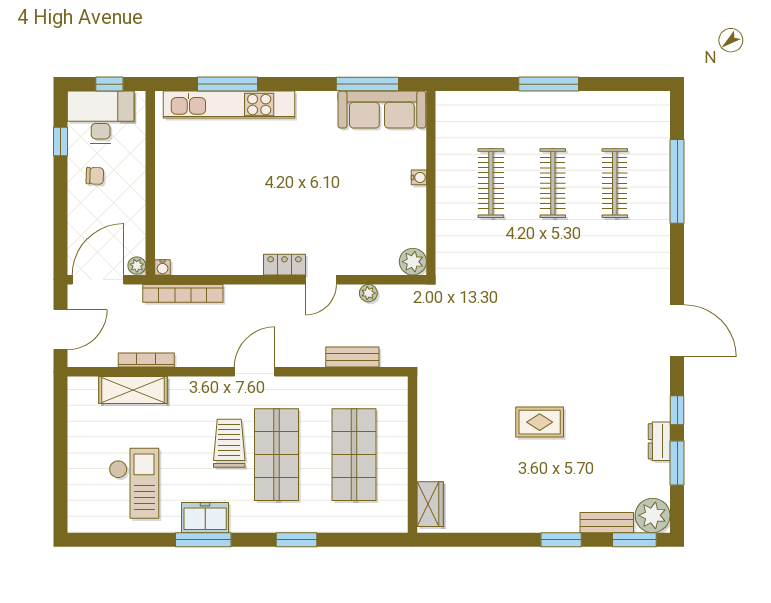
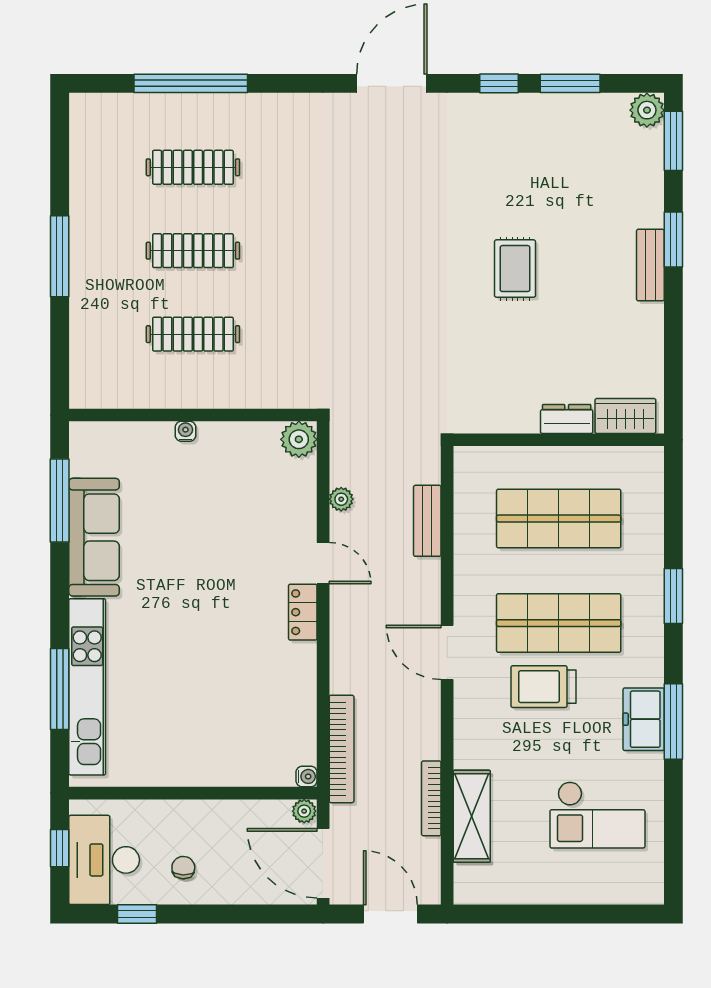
sofa: (382, 110) -> (94, 537), moved
dresser: (659, 441) -> (567, 419), moved, turned 180
checkout: (134, 483) -> (597, 815), turned 180
plant: (653, 515) -> (647, 110), width x0.73, depth x0.73
bench: (607, 523) -> (650, 265), moved

